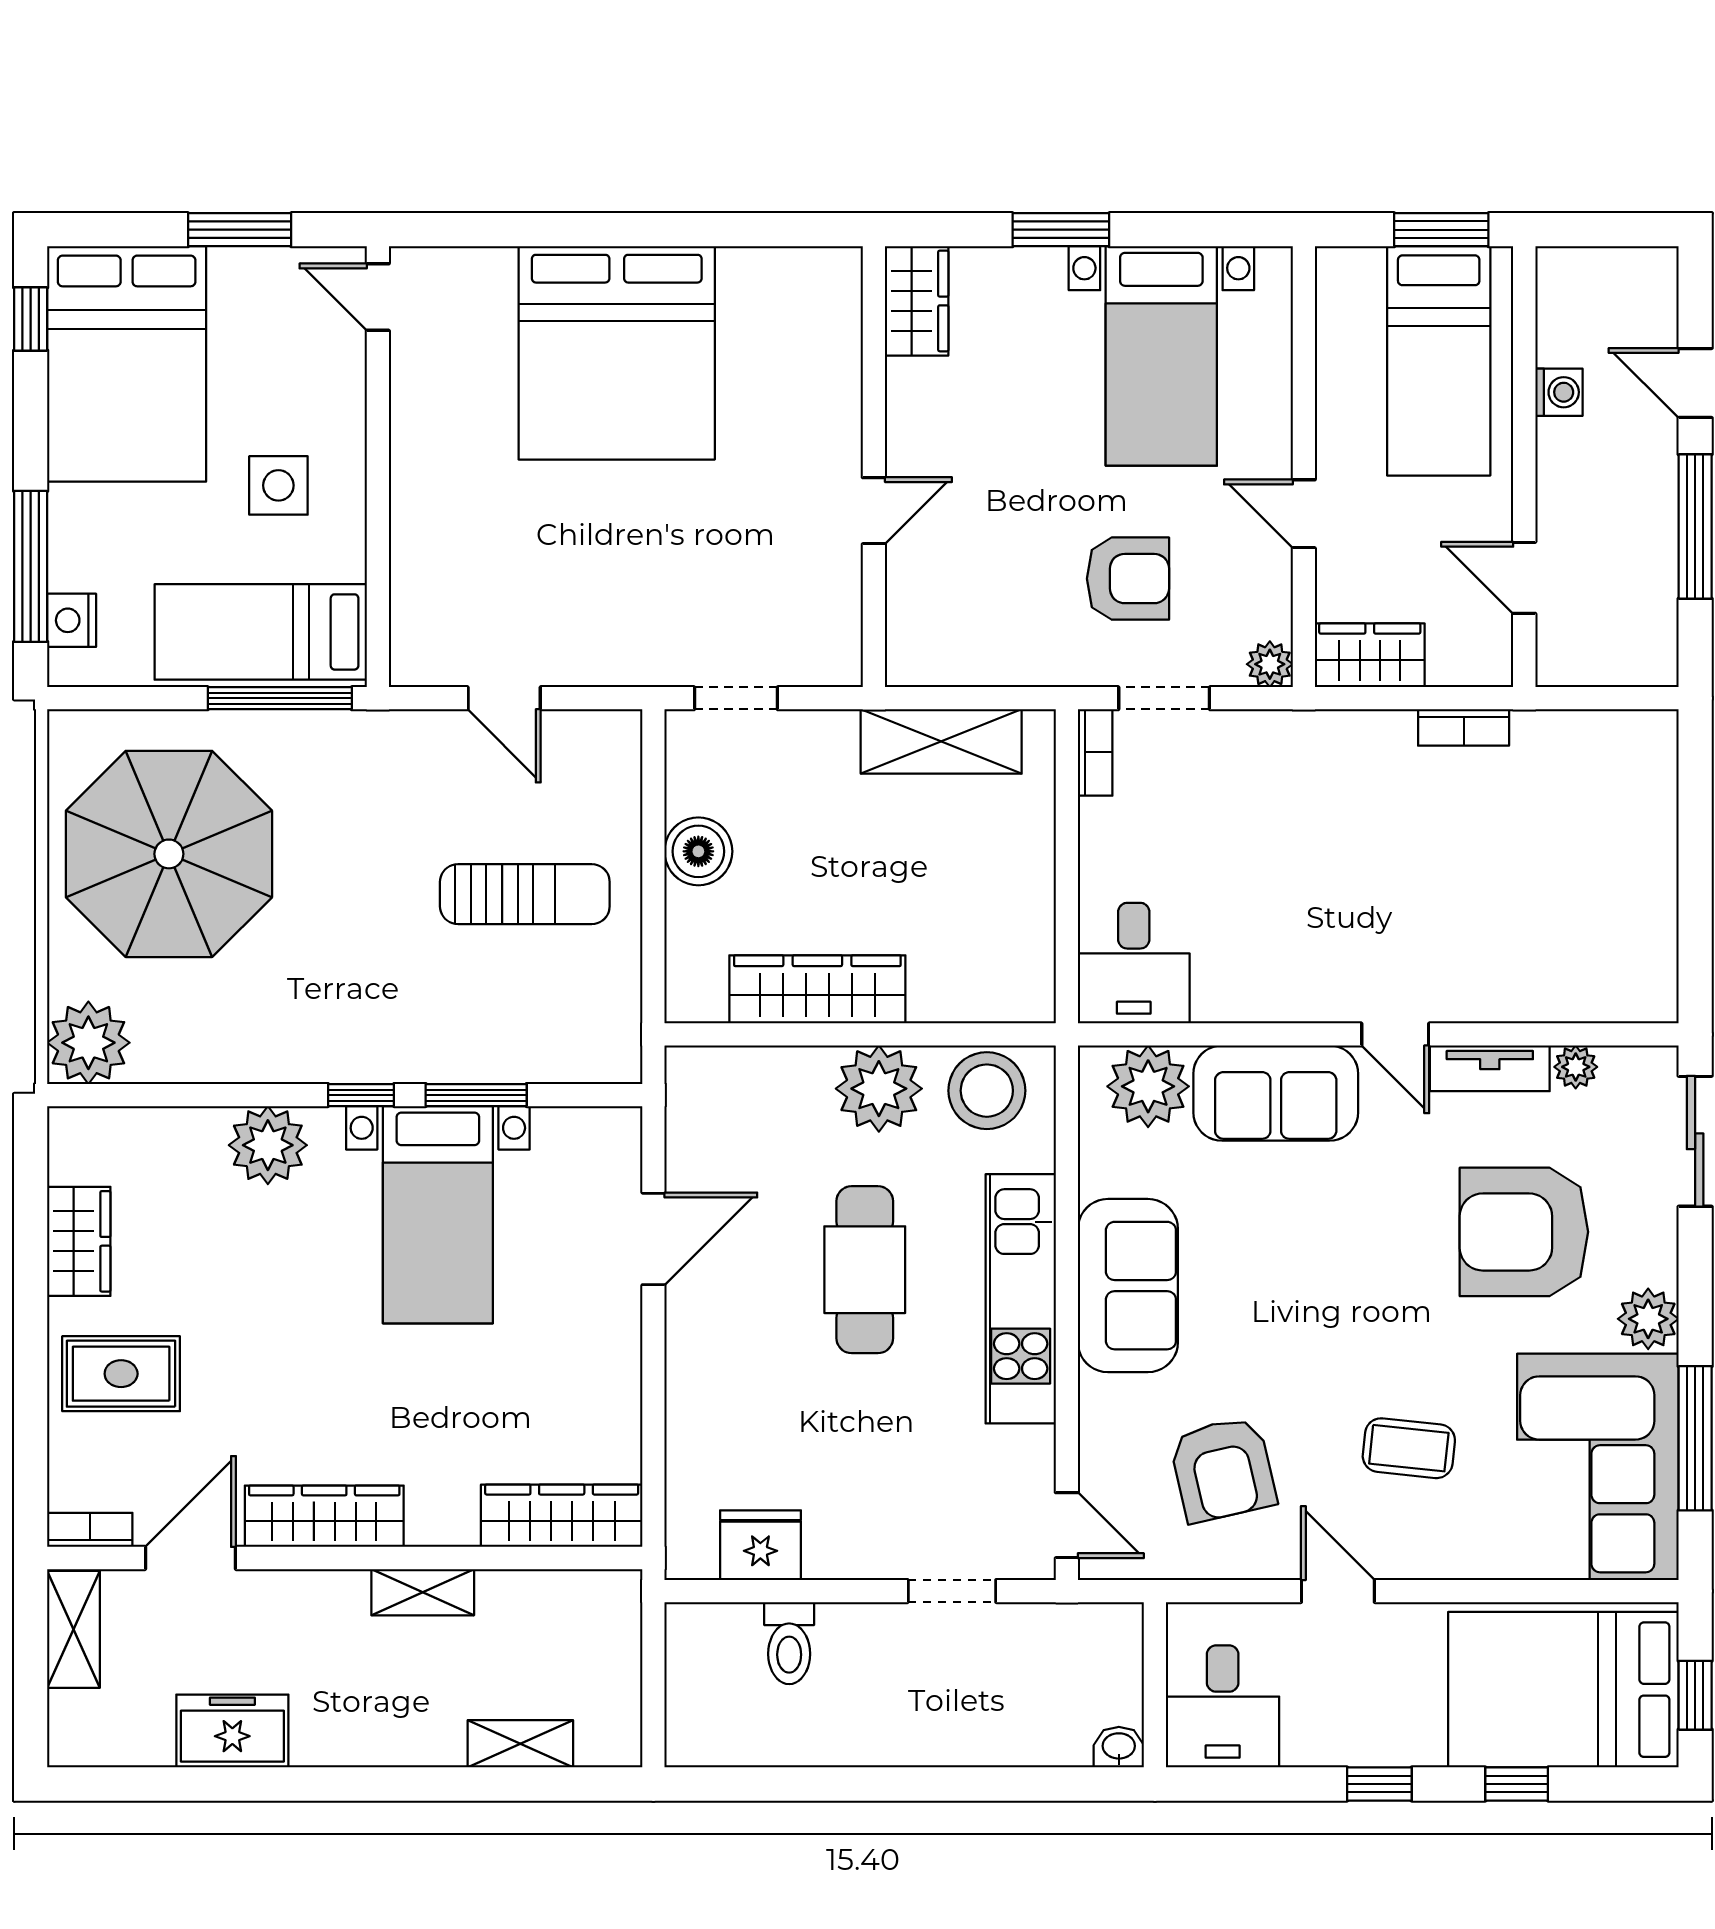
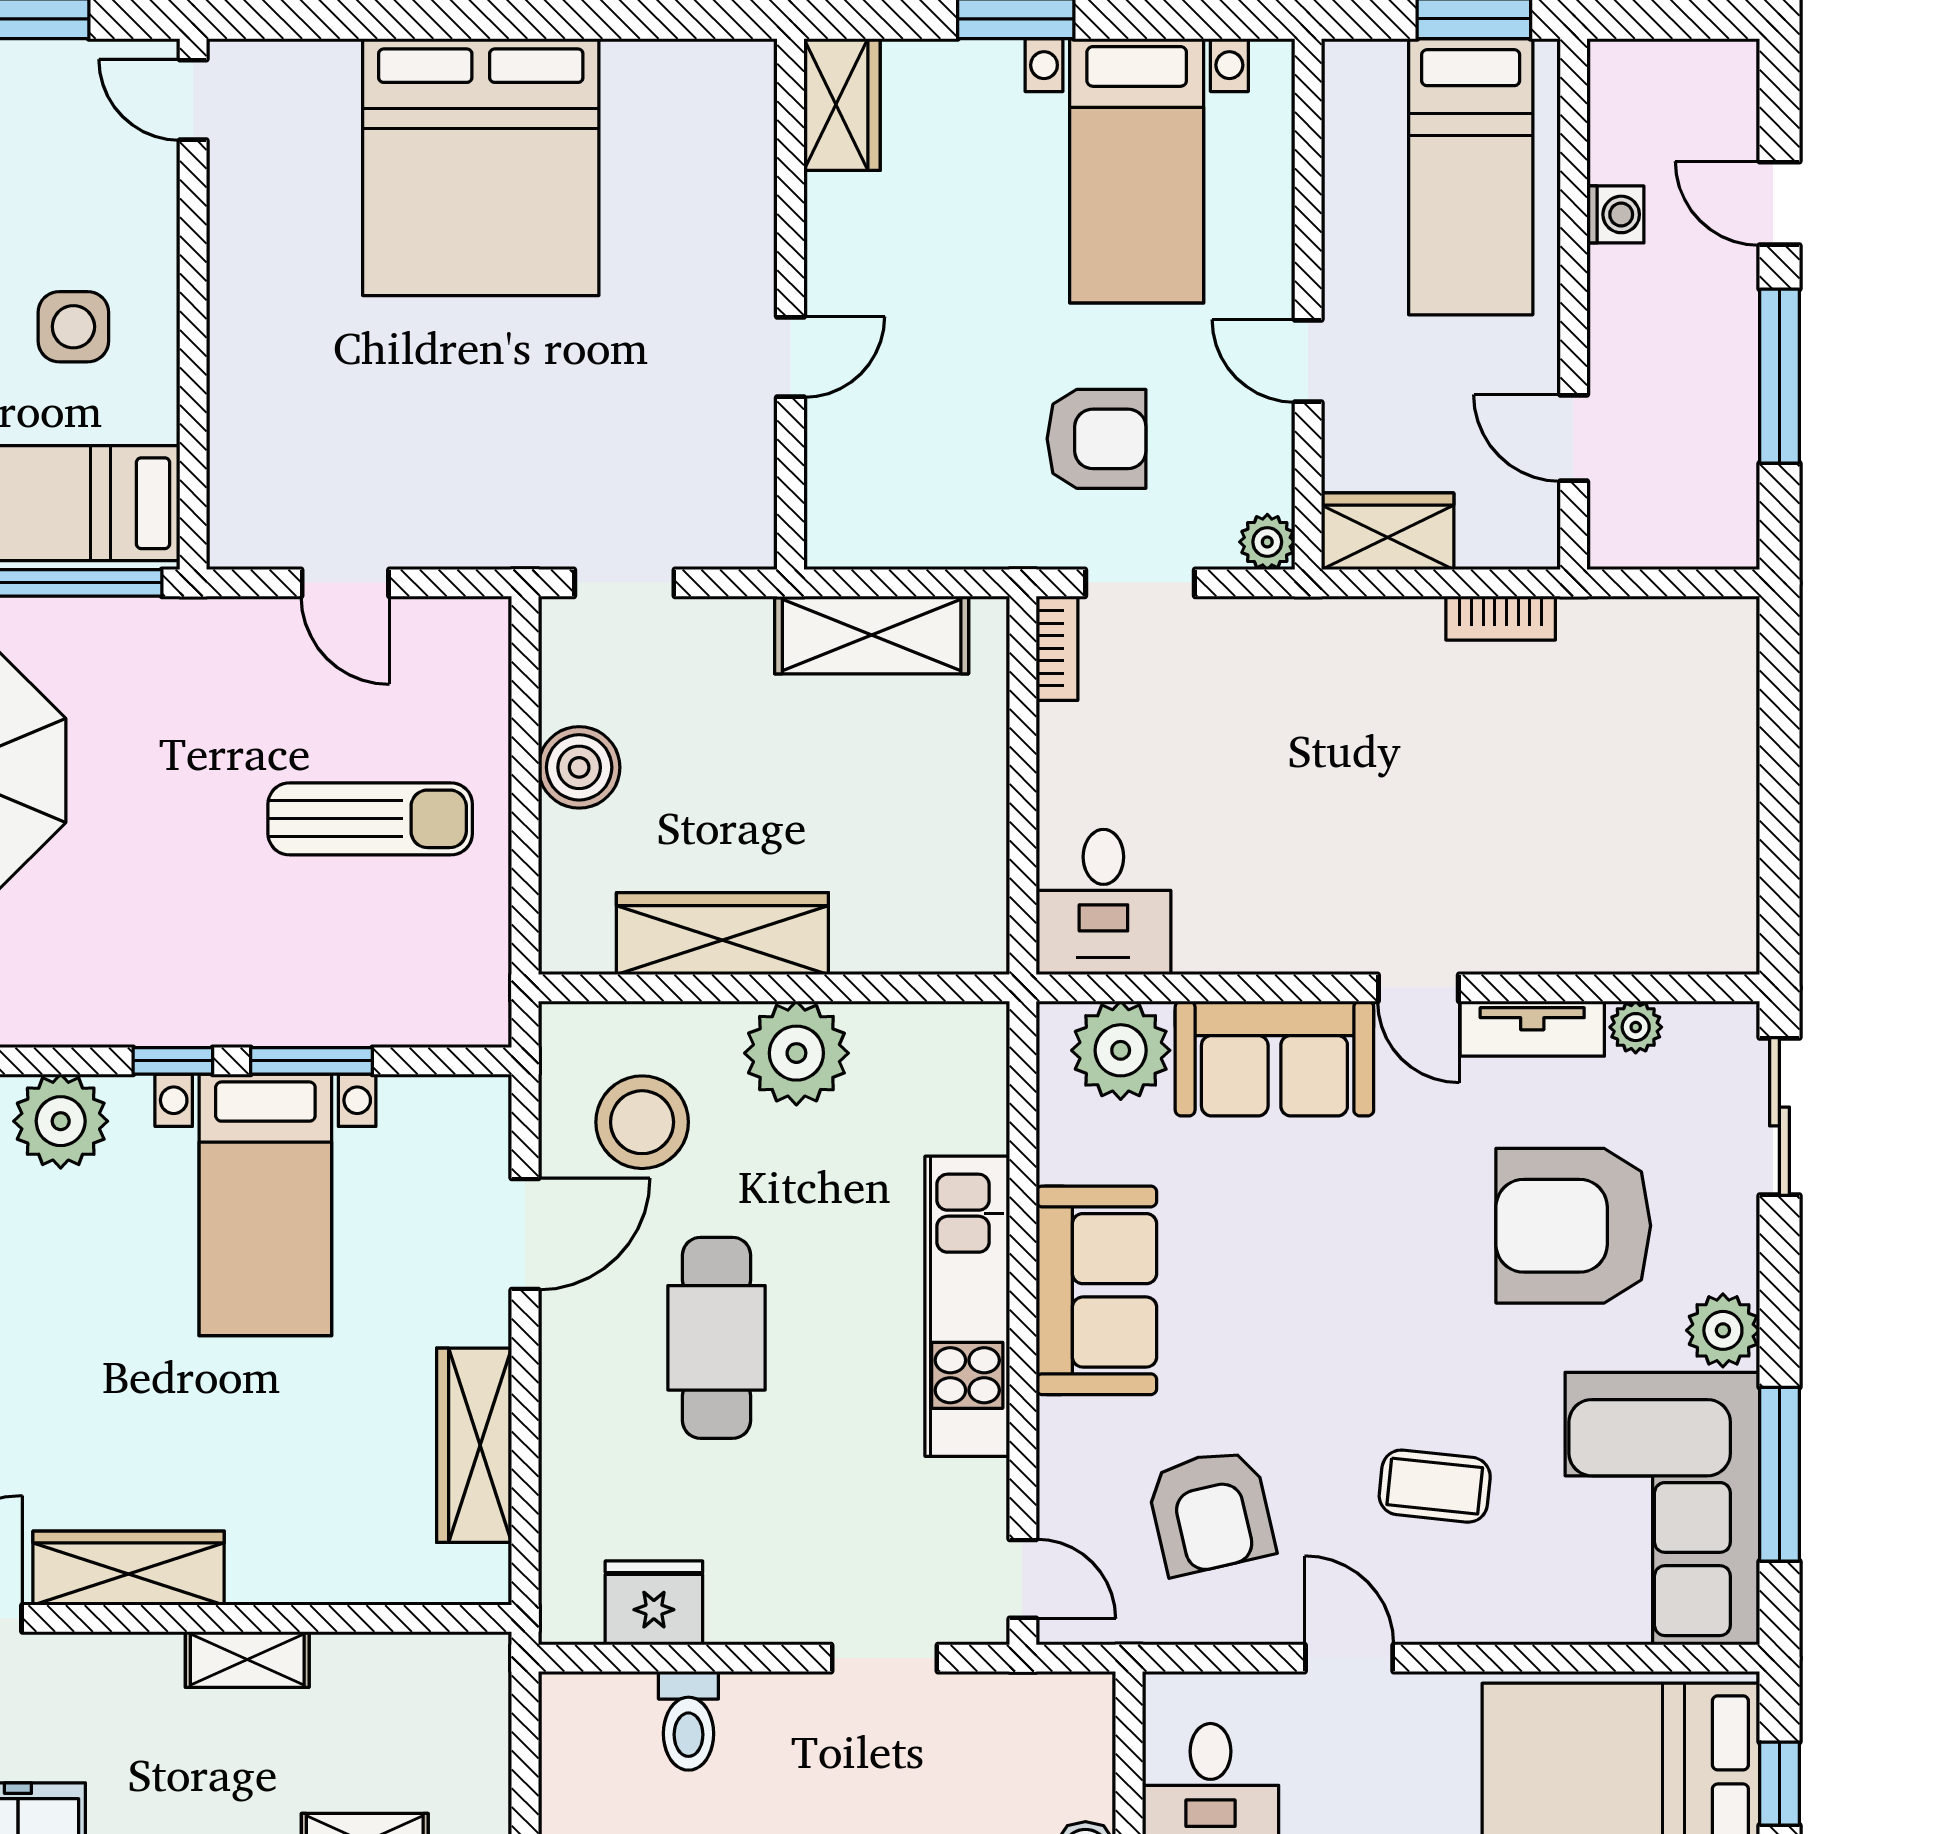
stool: (987, 1091) -> (642, 1122), moved
cafe table: (865, 1270) -> (716, 1338), moved
wardrobe: (562, 1516) -> (474, 1445), moved, turned -90

